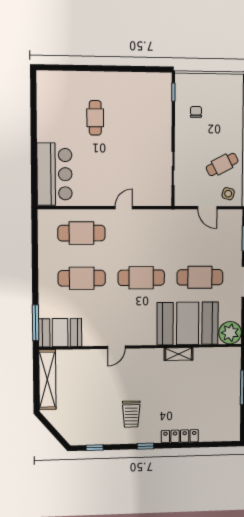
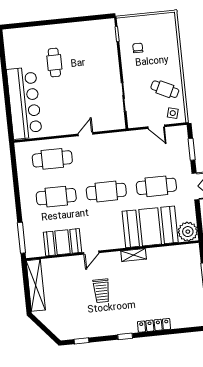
cafe table: (222, 164) -> (165, 89), turned 53
bar counter: (54, 174) -> (24, 103), width x1.36
booth: (60, 333) -> (62, 242), moved
shelving: (179, 354) -> (134, 255), moved
trolley: (131, 414) -> (101, 291), moved

